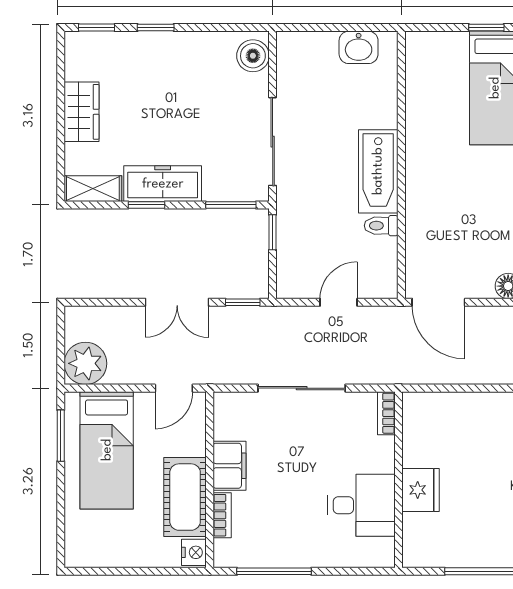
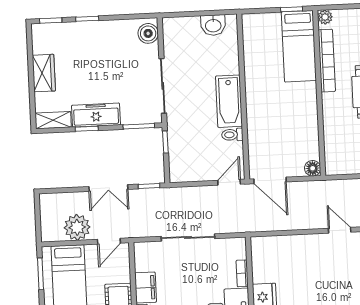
door: (339, 302) -> (229, 182), moved
plant: (85, 363) -> (77, 227), moved
bookcase: (386, 413) -> (242, 273), moved

